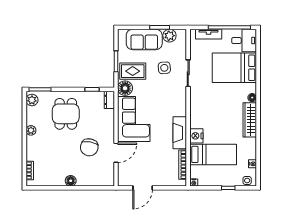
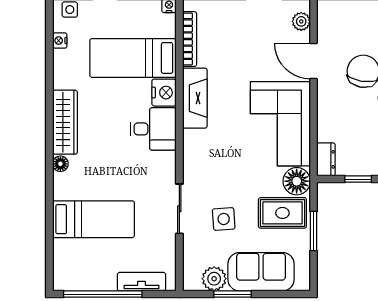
desk: (244, 41) -> (153, 129), moved, turned 180
bed: (234, 68) -> (93, 219), width x0.67
door: (116, 153) -> (314, 61), hinge flipped
plant: (123, 174) -> (301, 21), added

